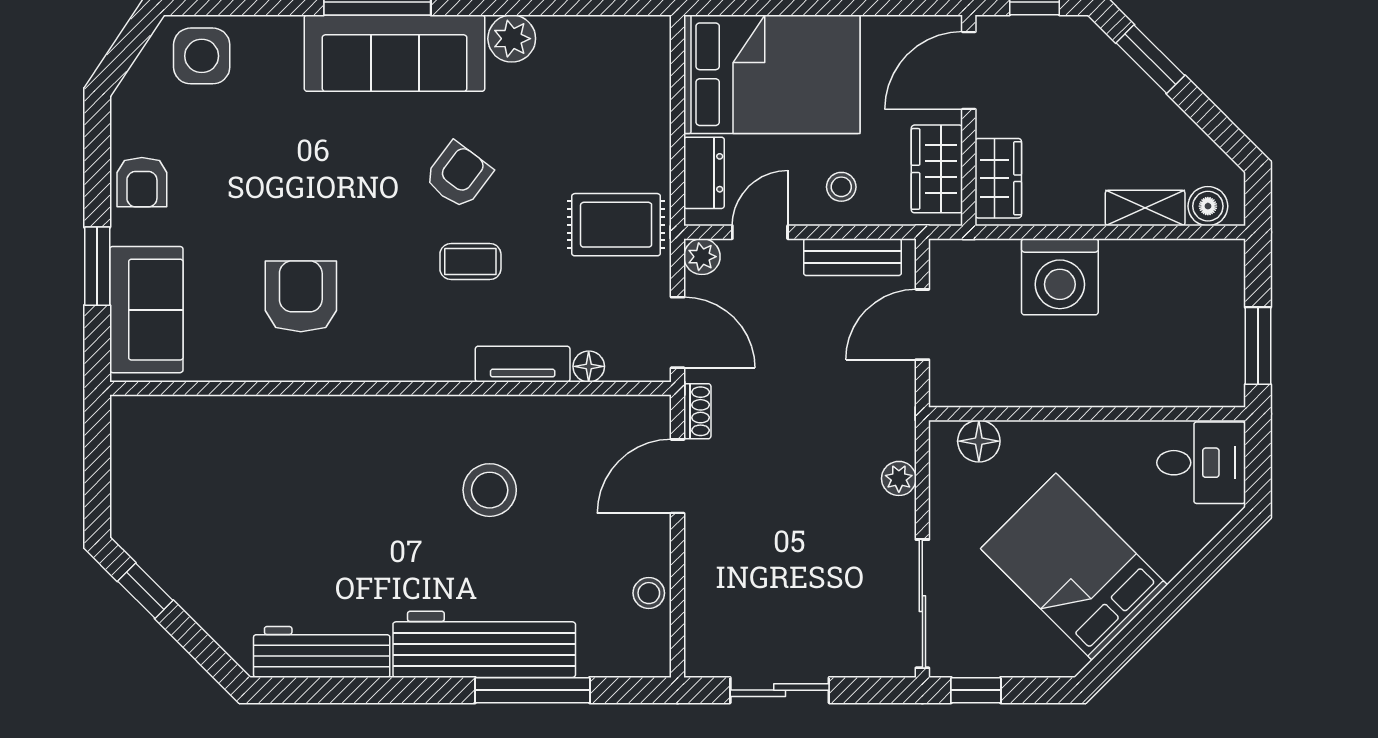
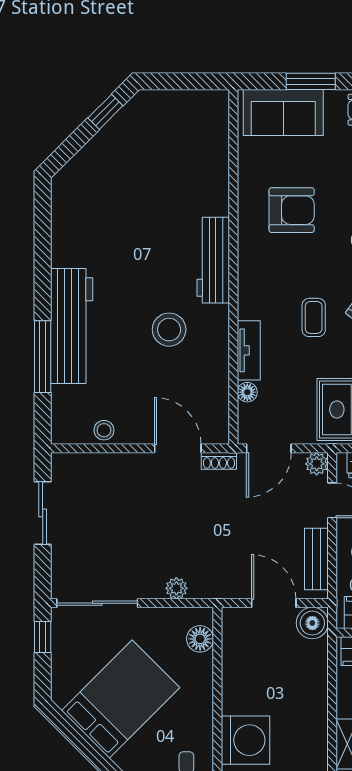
boiler: (954, 264) -> (312, 623), added
washing machine: (1060, 277) -> (246, 740), moved, turned 180
workbench: (322, 652) -> (213, 260), moved, turned 180

